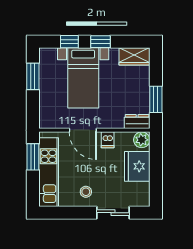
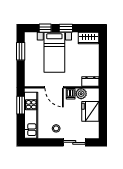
window: (156, 99) -> (103, 67), removed
plant: (142, 140) -> (81, 94), moved

